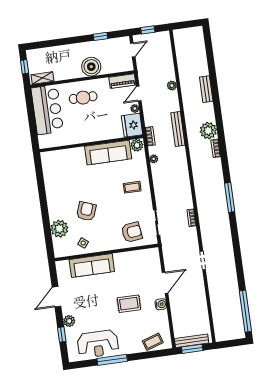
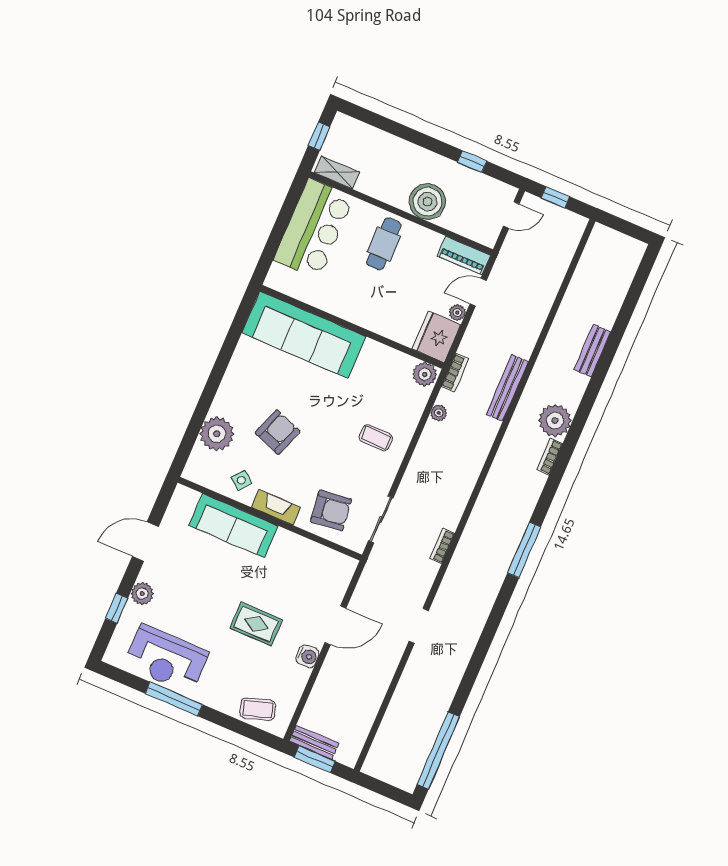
plant: (172, 86) -> (540, 311), removed
cafe table: (83, 98) -> (384, 244), turned 90
sofa: (108, 153) -> (304, 335), moved, width x1.36, depth x1.27
fireplace: (106, 246) -> (276, 507), added
bench: (192, 341) -> (314, 742), width x0.73

